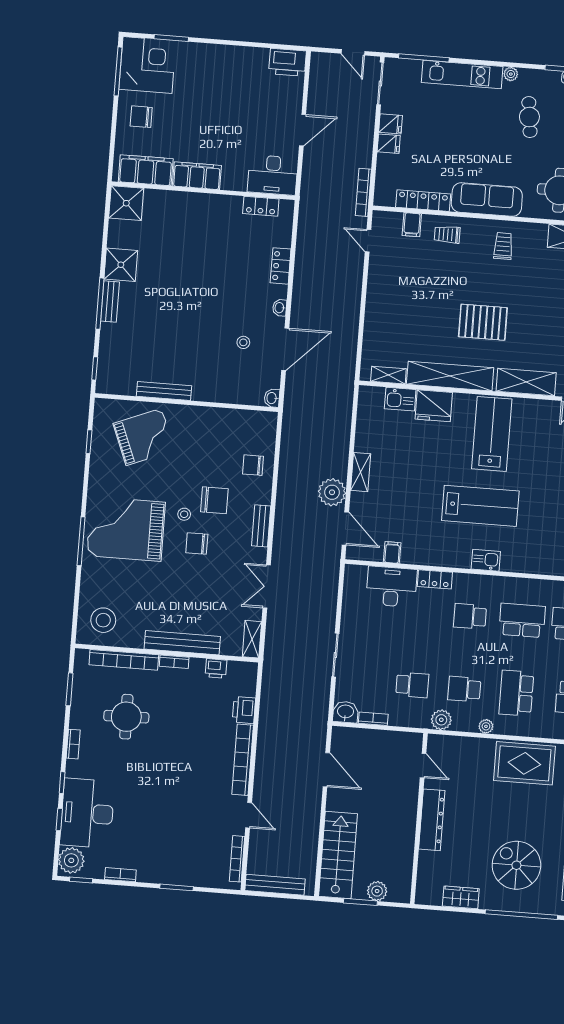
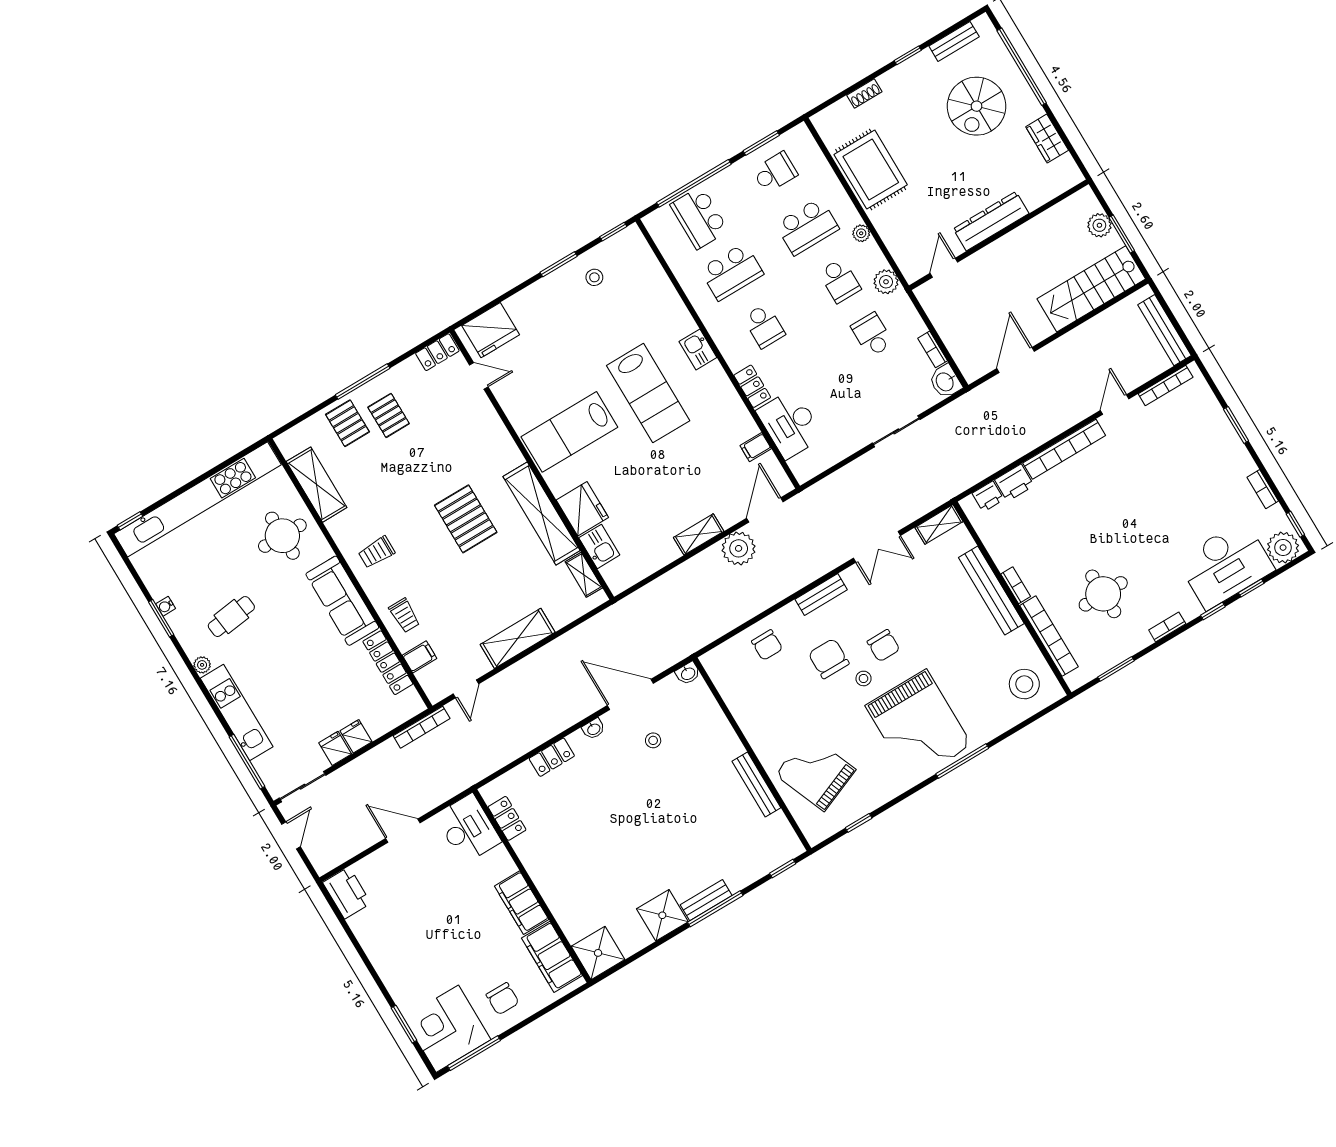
shelving: (526, 382) -> (518, 638), moved, turned 90
lab bench: (480, 506) -> (648, 393), turned 180
school desk: (522, 620) -> (732, 272), turned -90
printer: (216, 668) -> (988, 496), moved, turned 90

